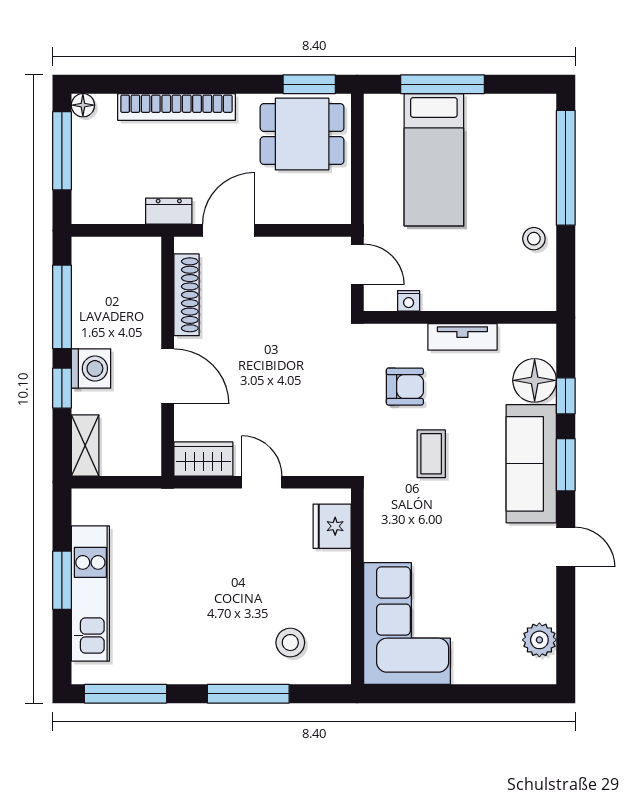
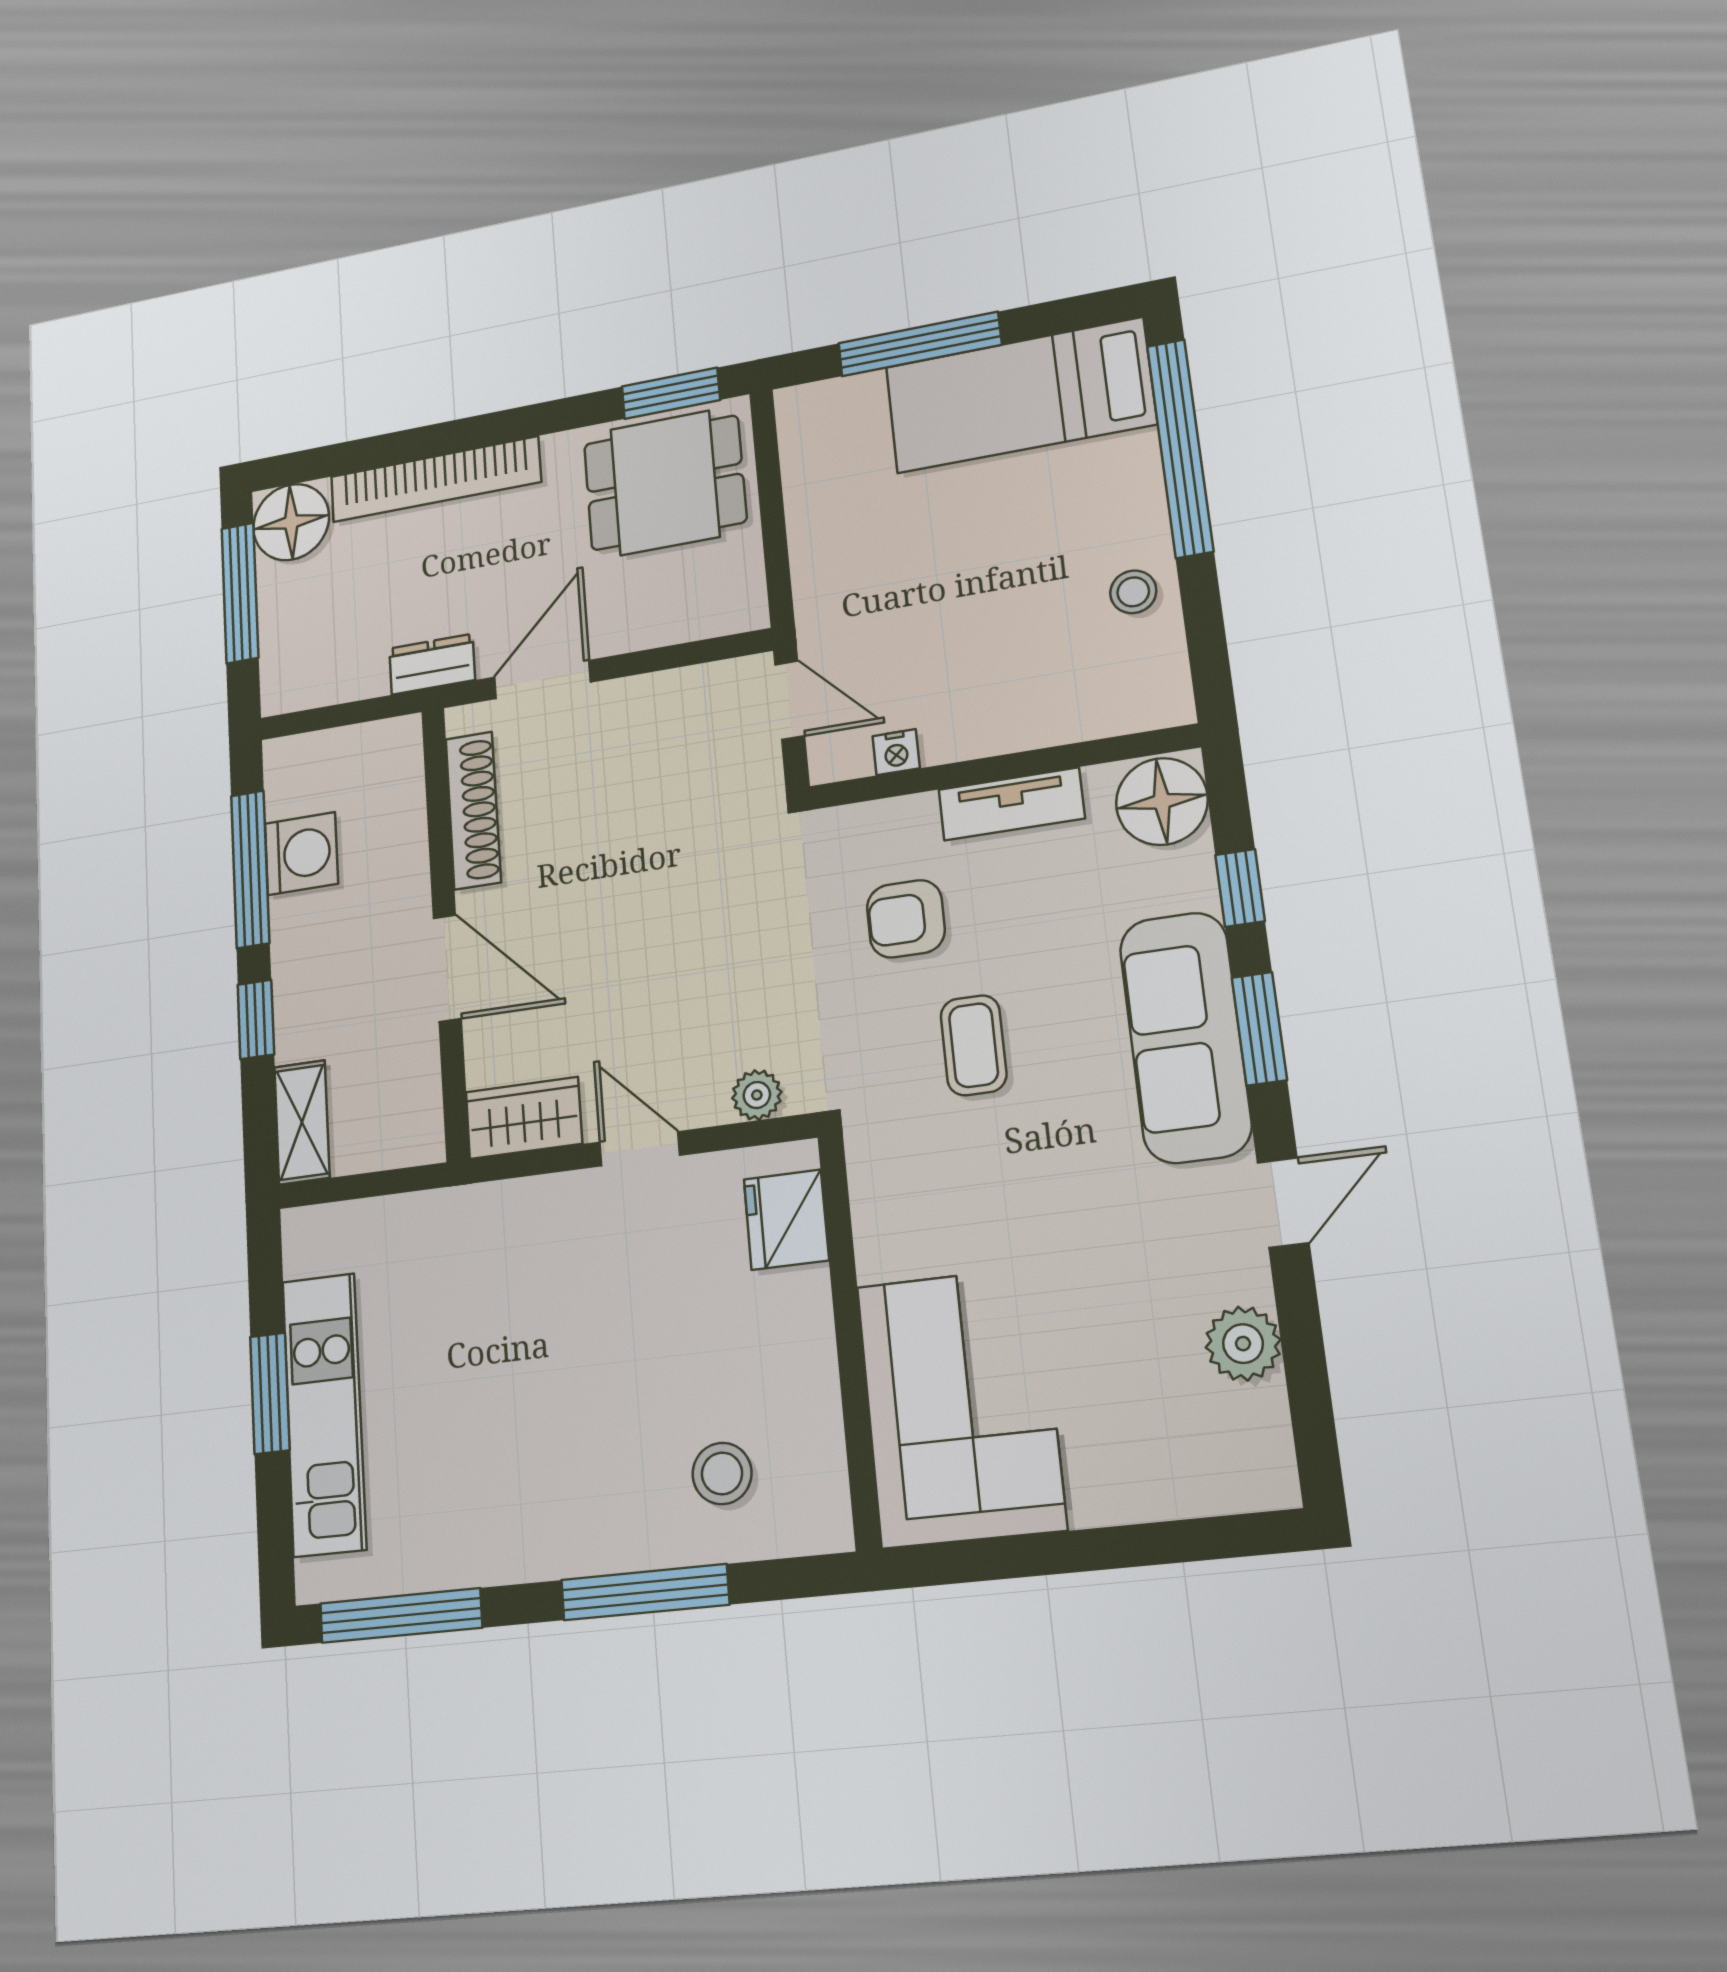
floor lamp: (83, 105) -> (291, 522), width x1.89, depth x1.89
bed: (434, 160) -> (1020, 395), moved, turned 90
washing machine: (91, 369) -> (301, 854), moved
floor lamp: (535, 380) -> (1162, 801), moved
armchair: (405, 387) -> (906, 919), turned 180
plant: (323, 464) -> (757, 1095), added
door: (566, 547) -> (1283, 1203), hinge flipped
plant: (539, 640) -> (1243, 1344), moved

